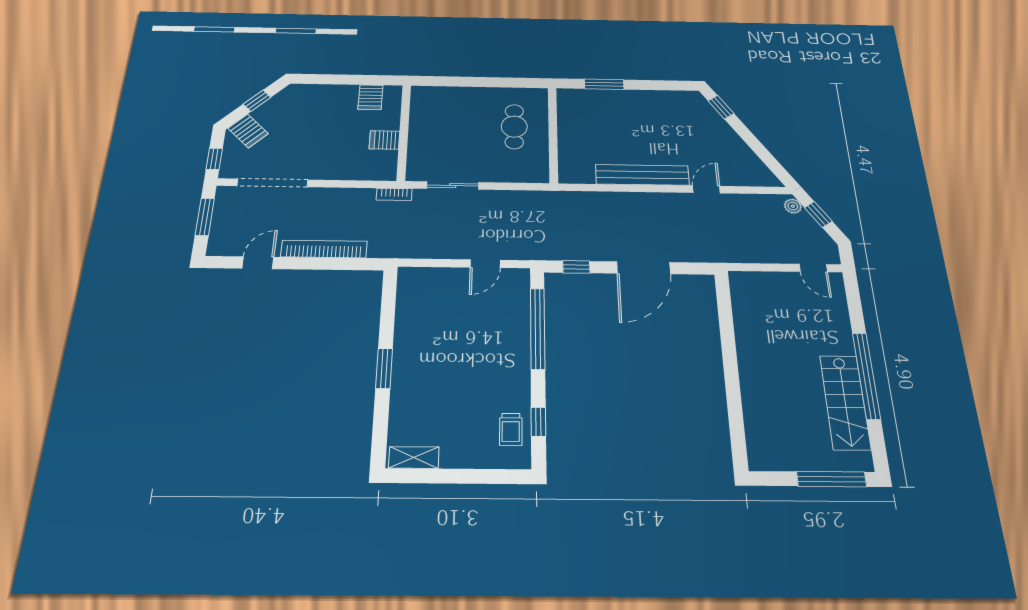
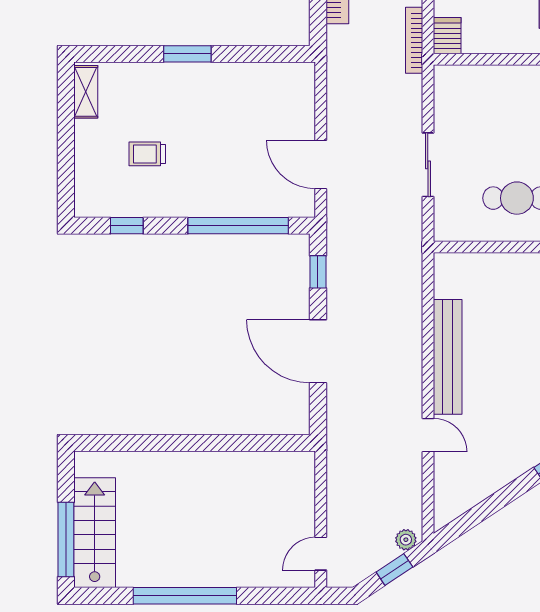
server rack: (384, 140) -> (447, 36), moved
sliding door: (453, 186) -> (428, 165), moved
bookcase: (394, 194) -> (414, 40), width x1.56
door: (485, 264) -> (321, 164), width x1.38
stairs: (845, 402) -> (95, 533), moved, turned 90
trolley: (511, 429) -> (147, 154), moved

